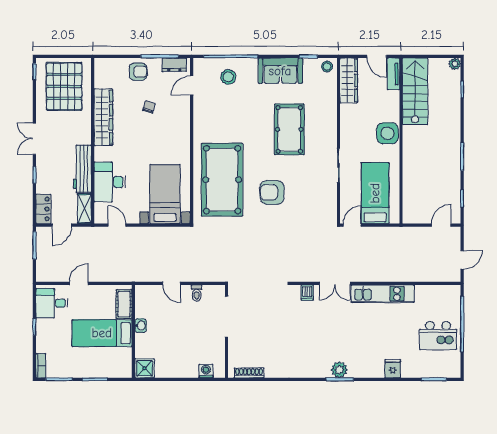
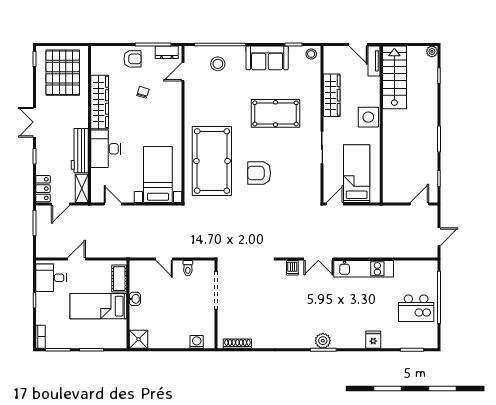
wardrobe: (349, 80) -> (332, 95), moved
pool table: (289, 129) -> (275, 113), turned 90
desk: (110, 182) -> (106, 149), moved

